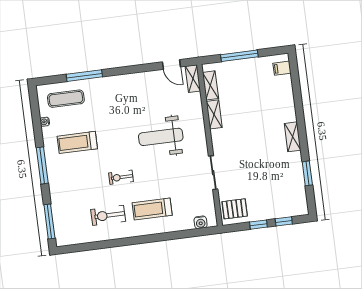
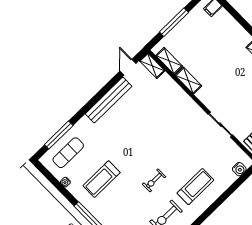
door: (171, 64) -> (128, 67), swing flipped
window: (84, 76) -> (59, 135), moved
bench: (134, 80) -> (109, 100), added
weight bench: (161, 137) -> (161, 128), removed
treadmill: (152, 209) -> (195, 187), turned 180

